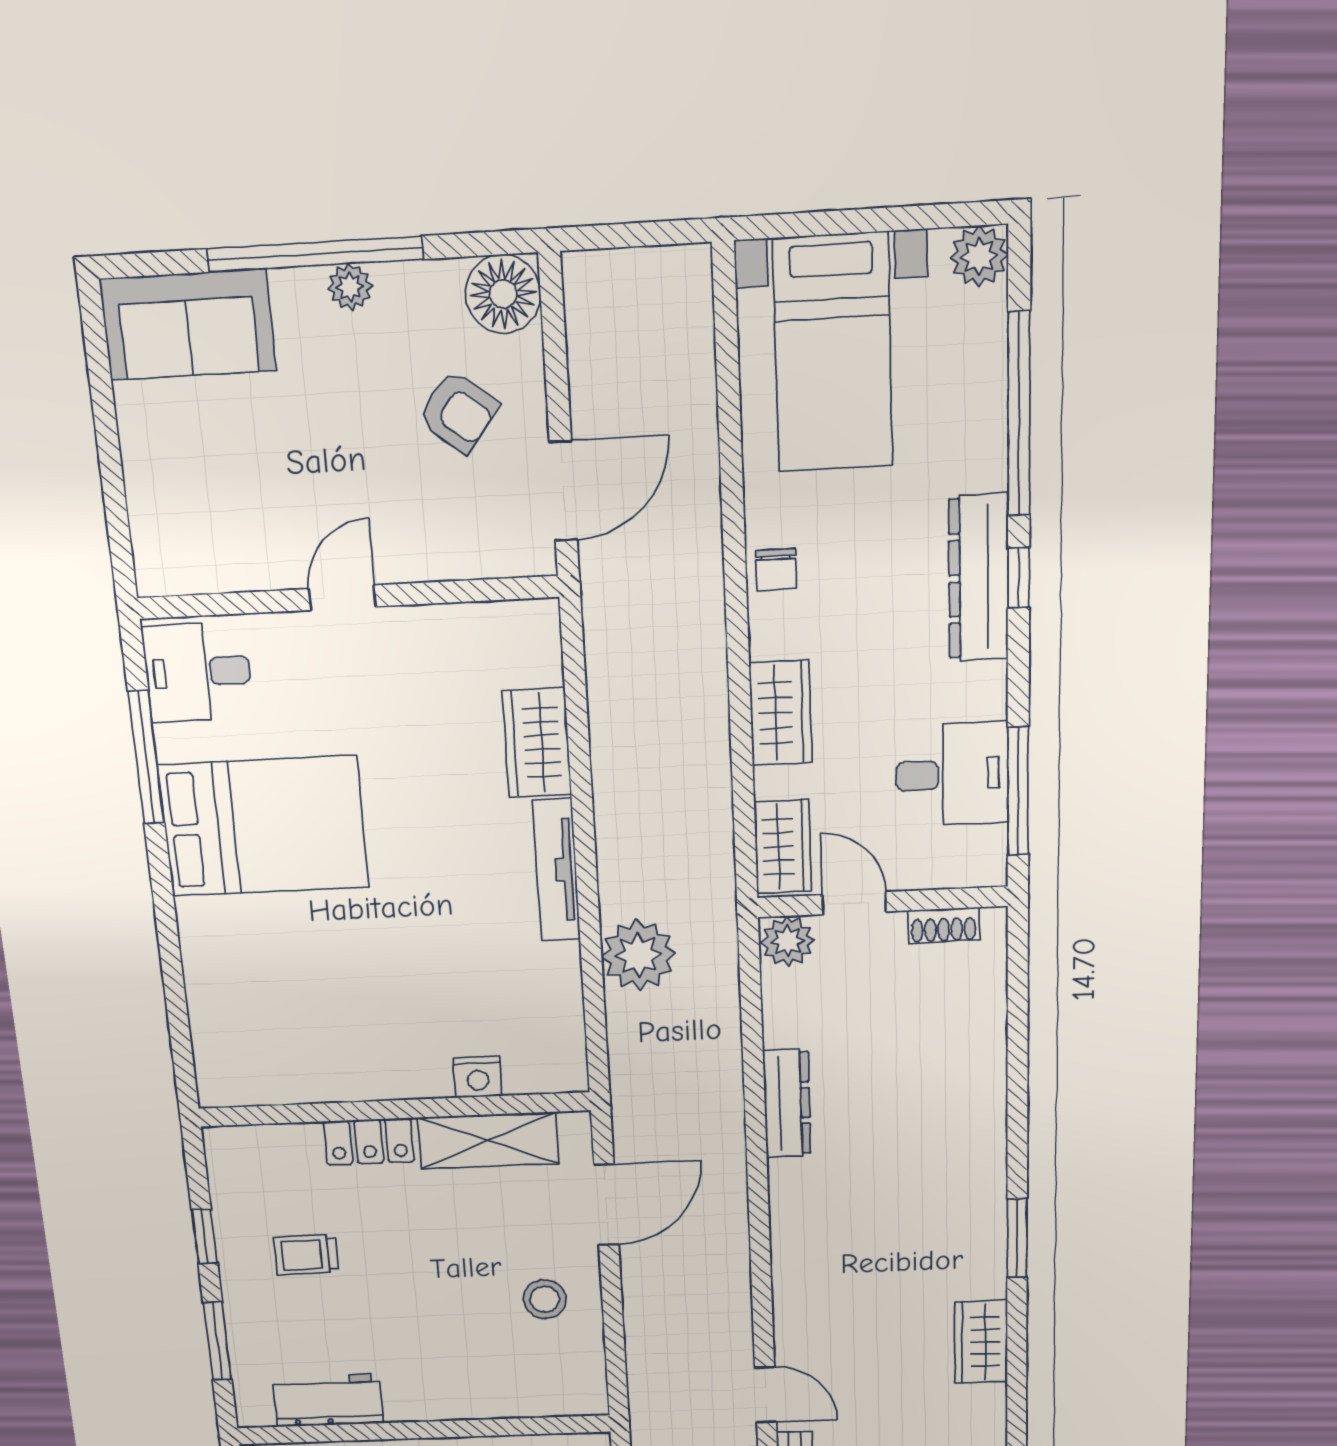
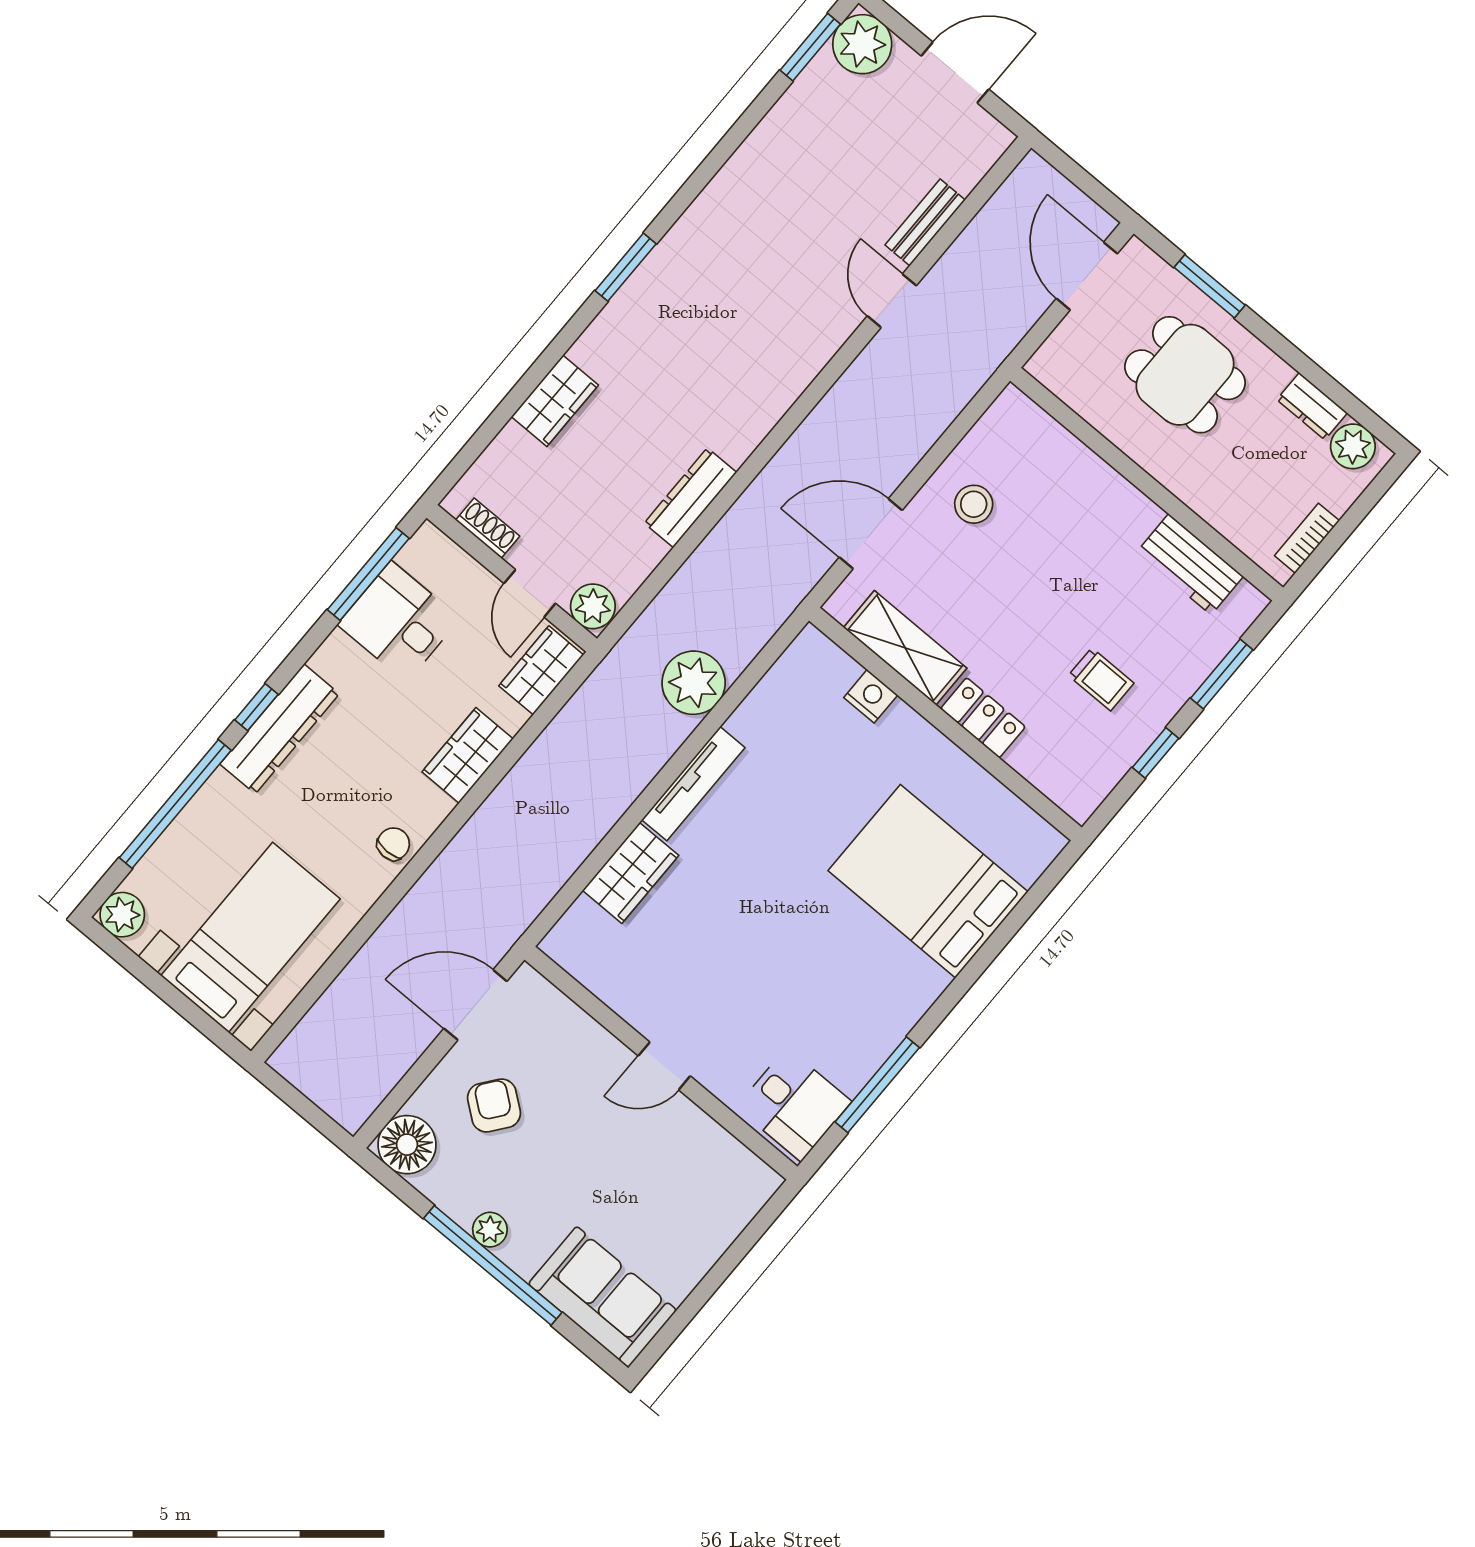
bed: (264, 826) -> (928, 881), moved
wardrobe: (981, 1342) -> (555, 401), moved

